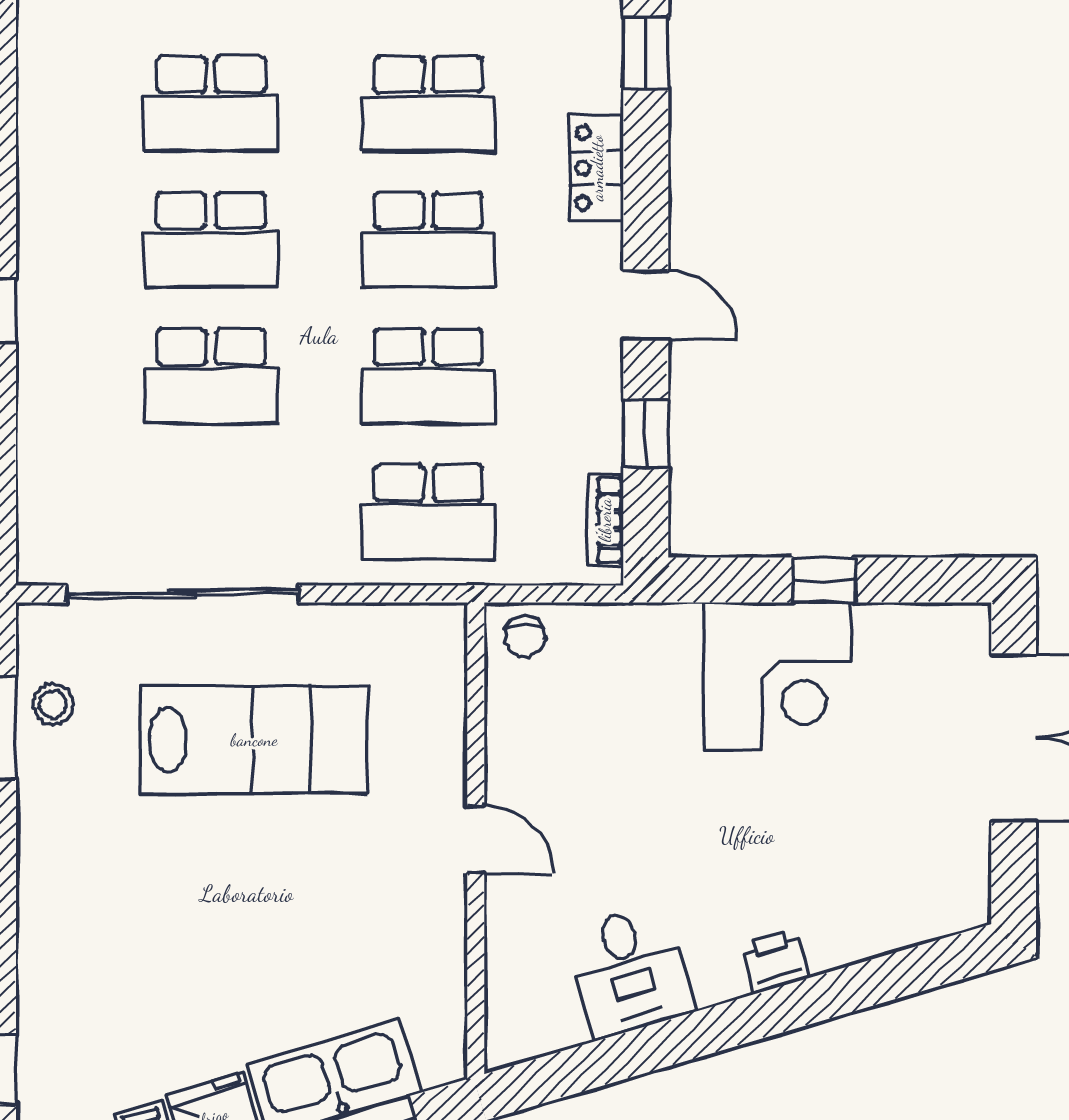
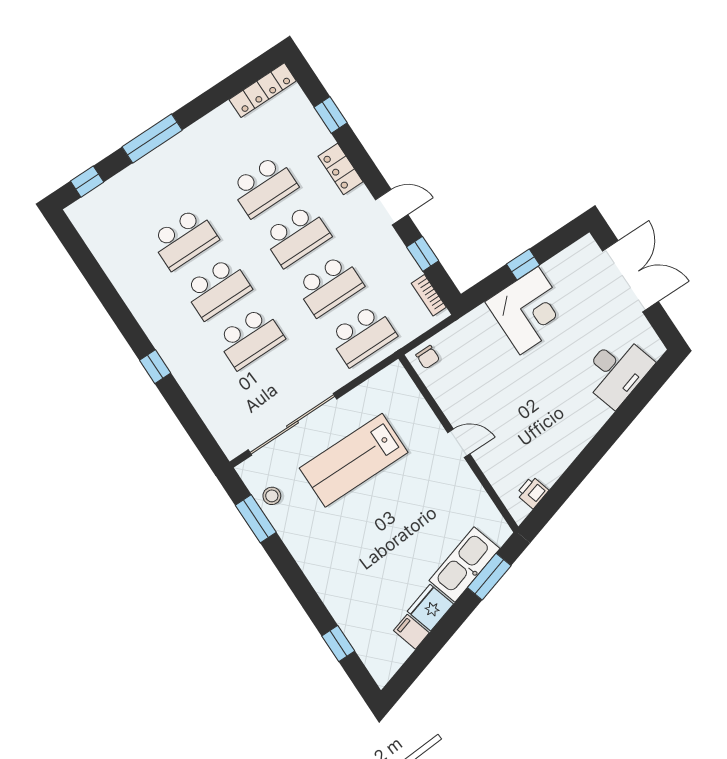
lab bench: (254, 740) -> (354, 460), turned 180
printer: (775, 961) -> (532, 492), moved
desk: (629, 971) -> (617, 371), moved, width x1.37

